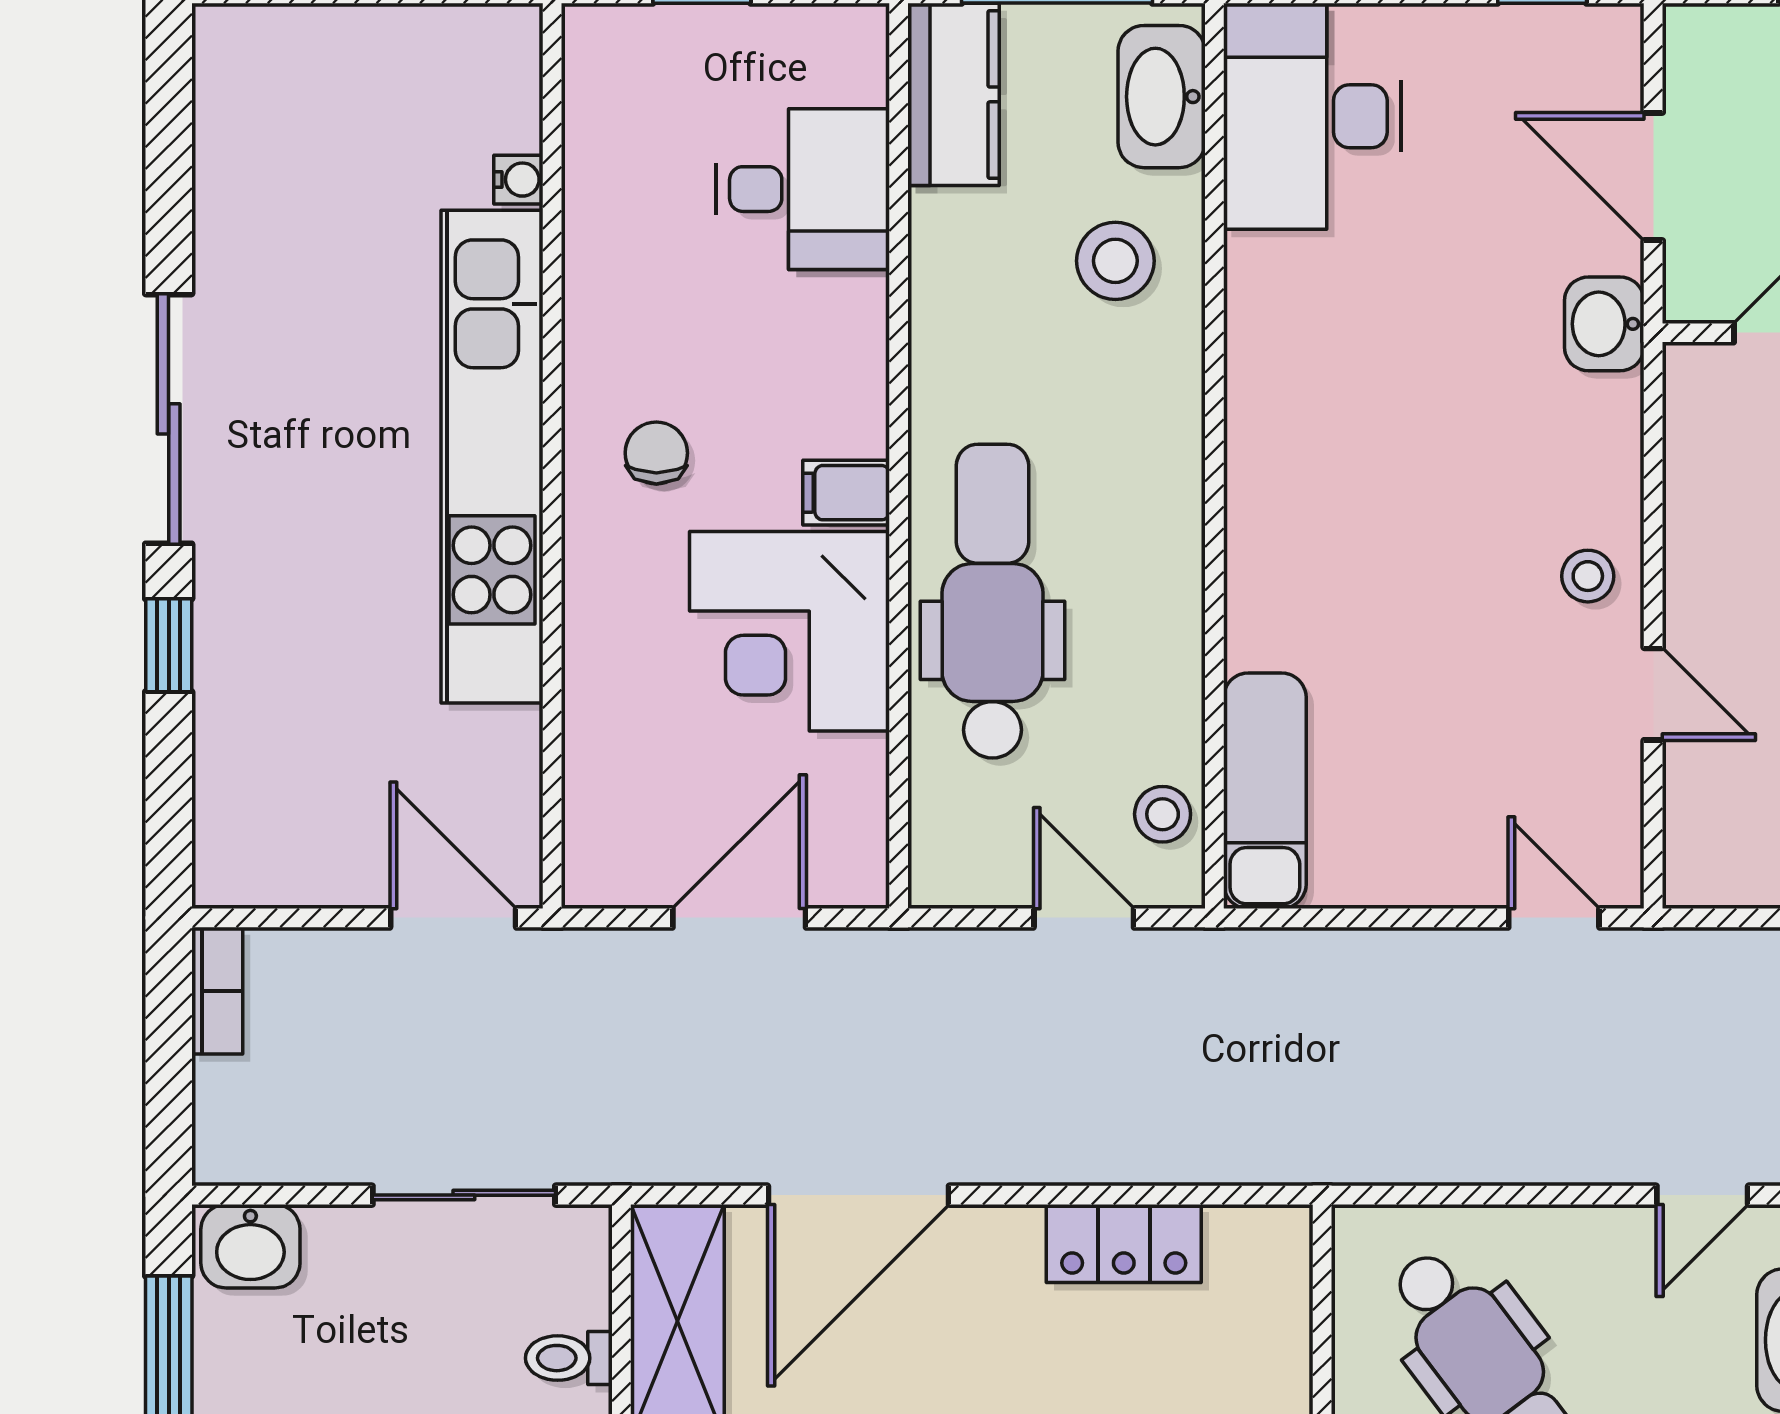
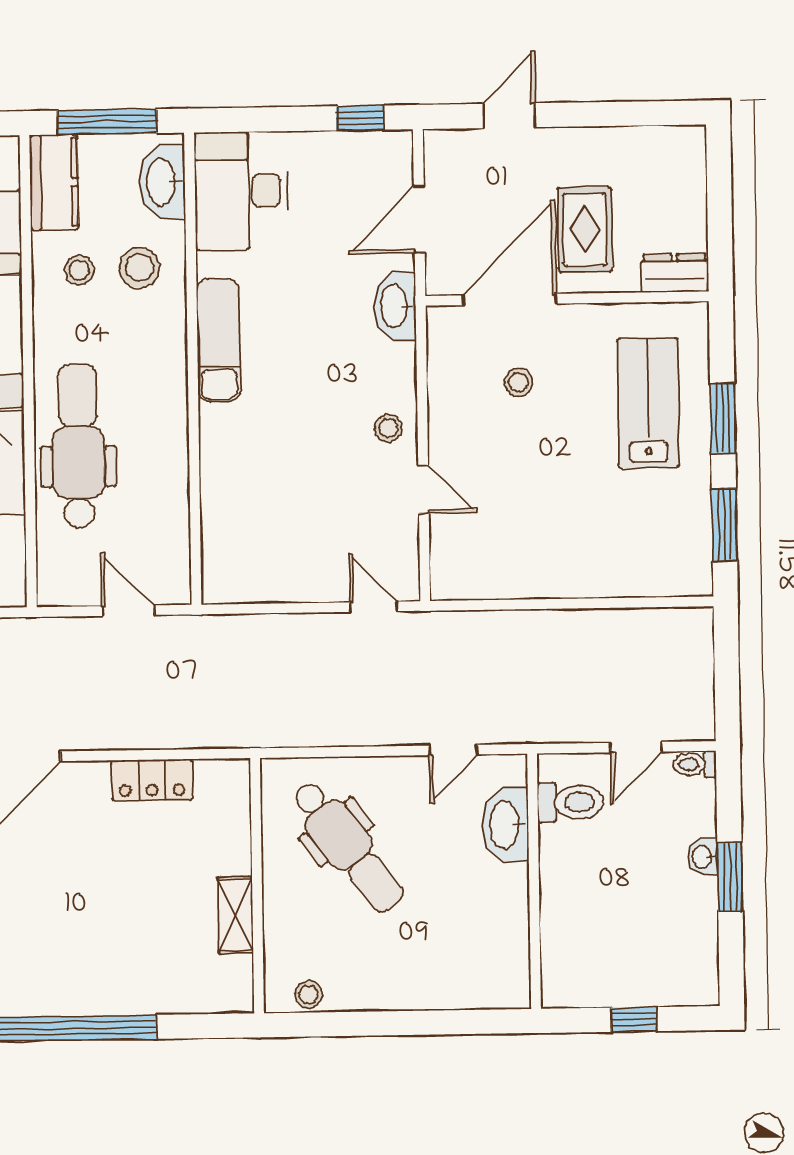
door: (1653, 176) -> (419, 219), hinge flipped
washbasin: (1604, 324) -> (395, 306), width x1.38
exam couch: (1265, 791) -> (219, 340), moved
stool: (1163, 814) -> (79, 270), moved

